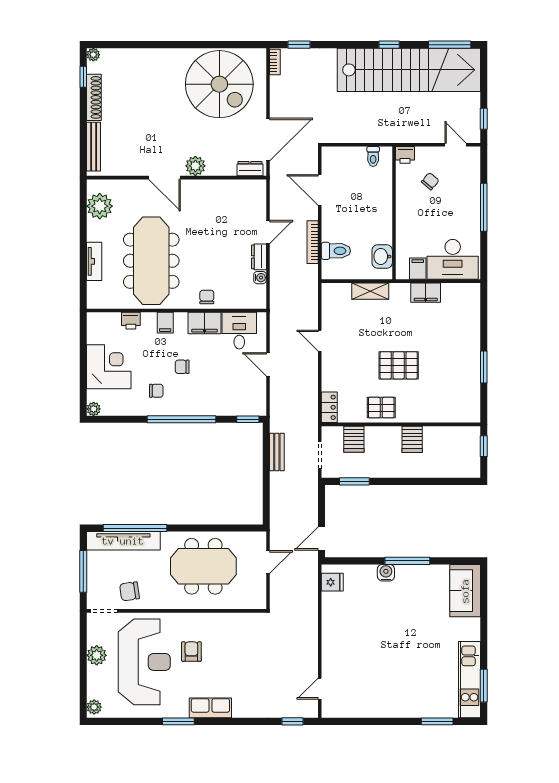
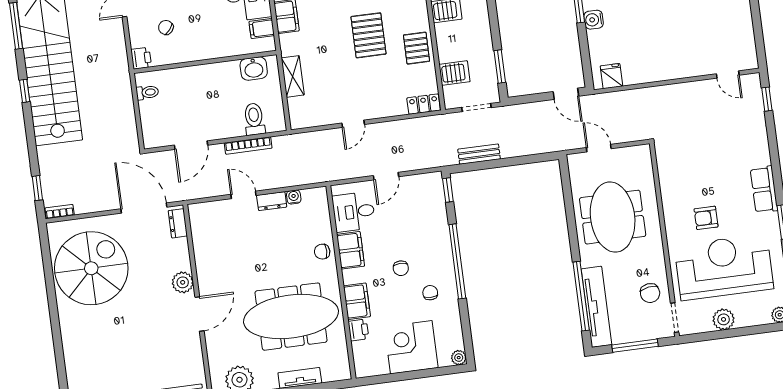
filing cabinet: (165, 323) -> (357, 301), width x2.00

